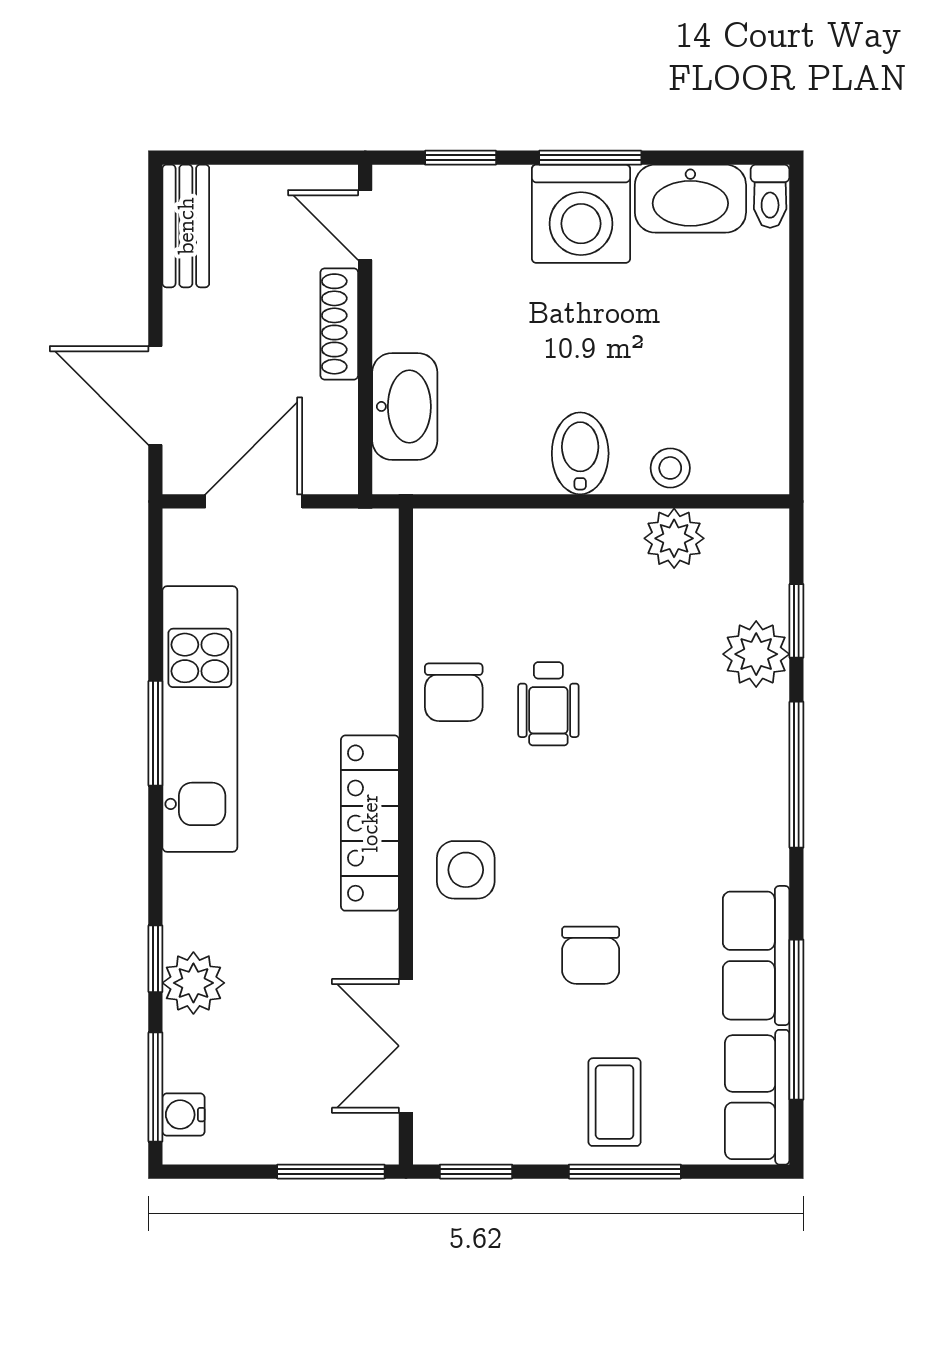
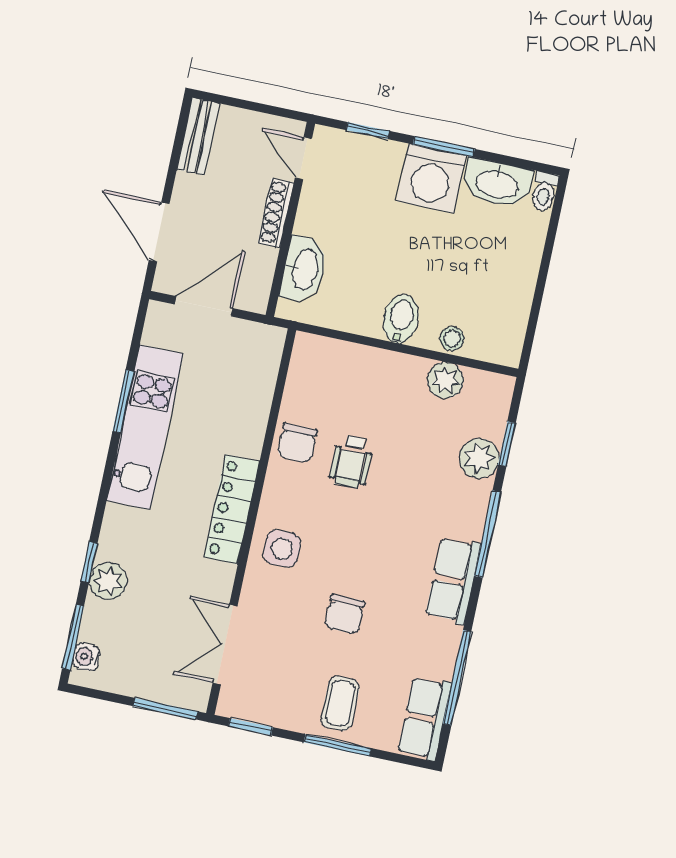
window: (155, 733) -> (123, 401), moved
row of seats: (756, 956) -> (453, 580), moved

